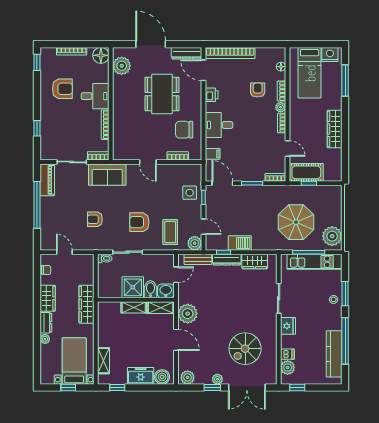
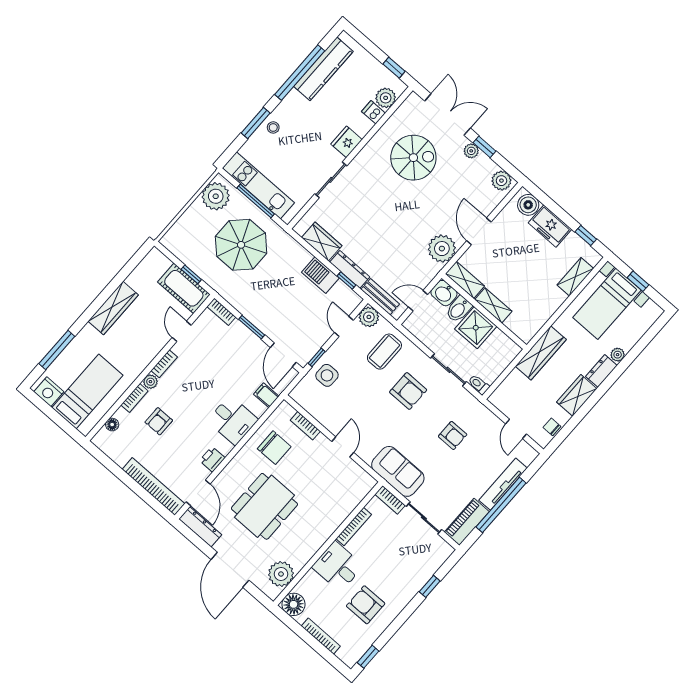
tv unit: (45, 217) -> (503, 484), added

